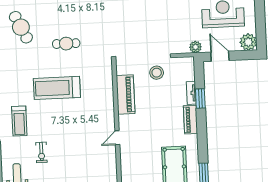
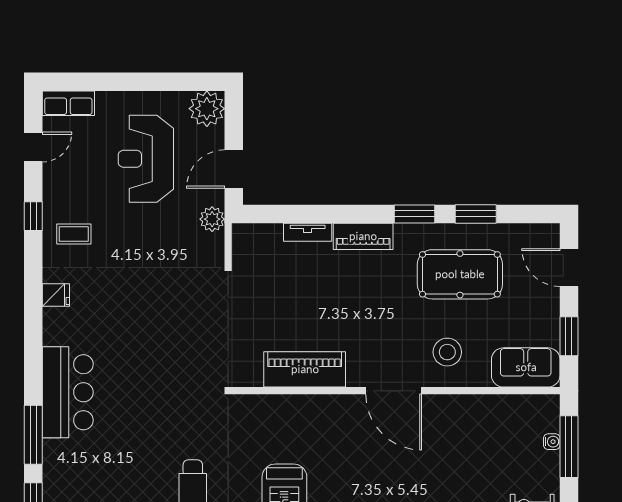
stool: (157, 73) -> (447, 352), moved
window: (200, 98) -> (415, 214), moved
door: (117, 138) -> (394, 391), width x1.88

